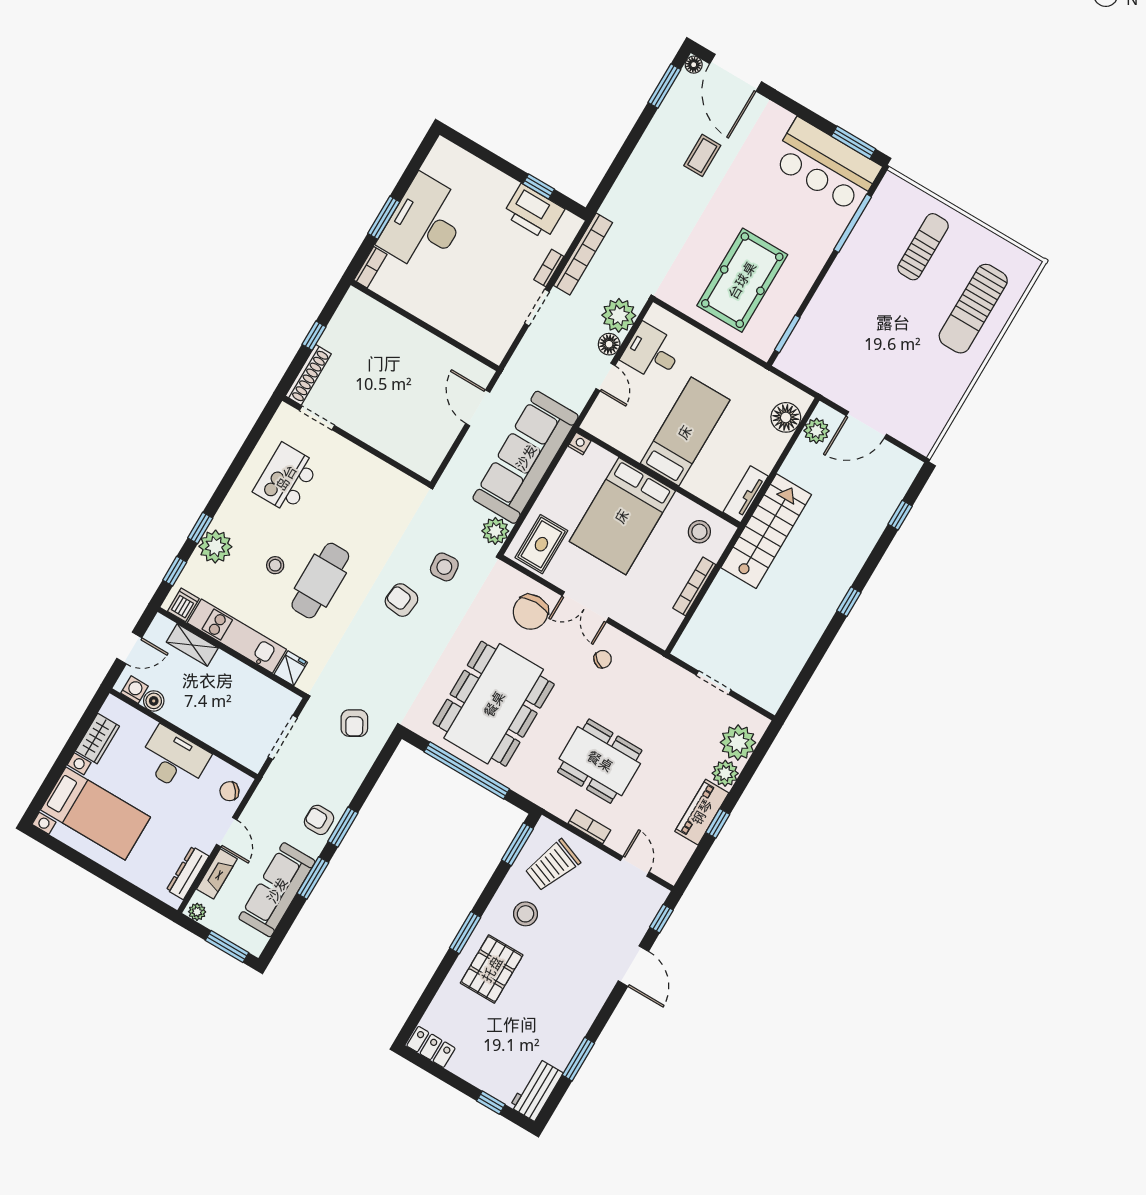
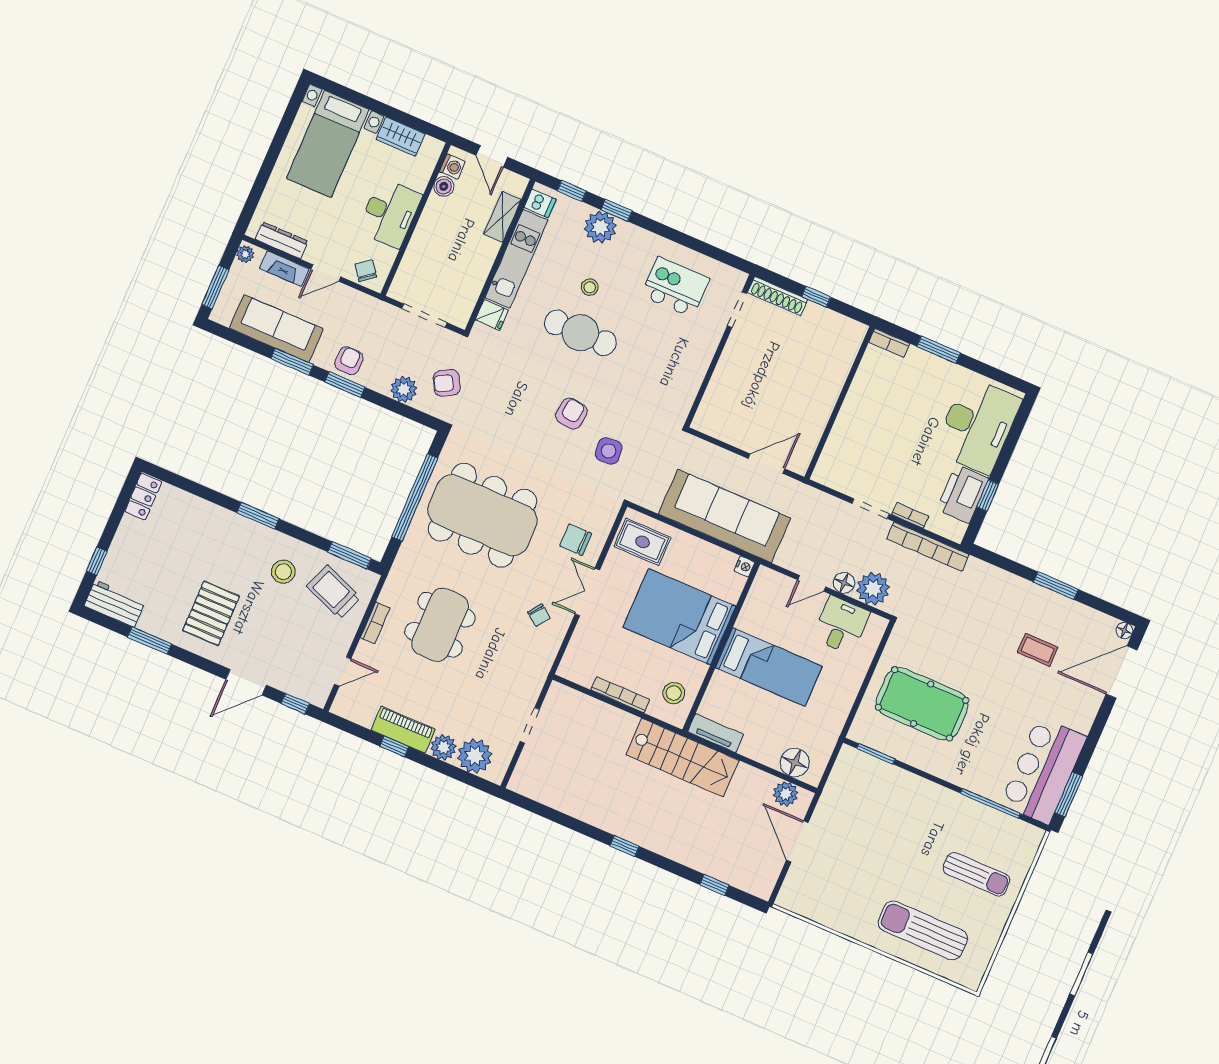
window: (664, 86) -> (1056, 586), moved
desk: (424, 224) -> (978, 425), moved, turned 90
plant: (495, 531) -> (404, 389), moved
chair: (531, 612) -> (576, 540), width x0.73, depth x0.73
pallet: (492, 969) -> (211, 613), moved, turned 90

